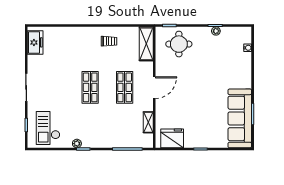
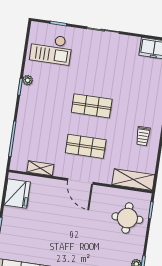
checkout: (48, 128) -> (51, 49), turned 180

